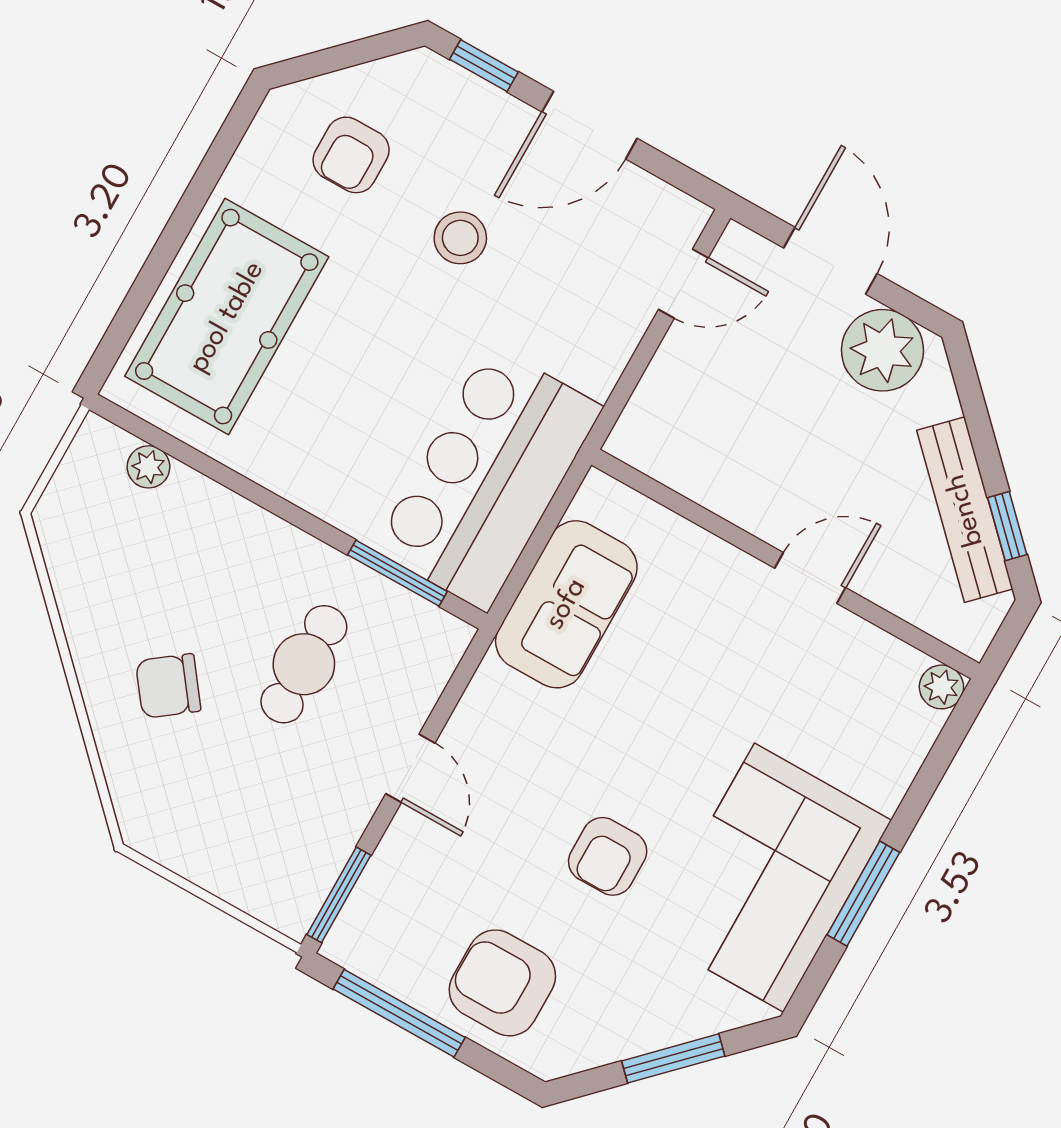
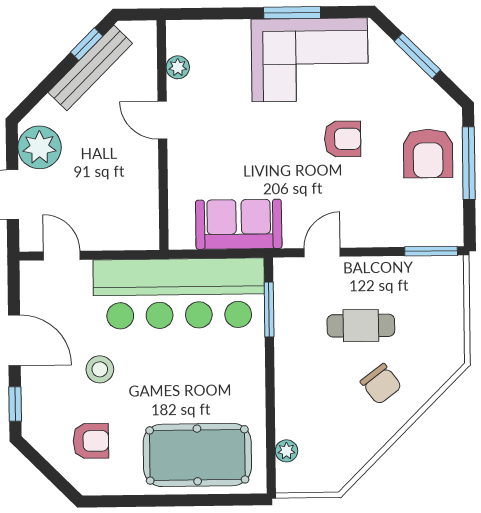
bar counter: (488, 478) -> (179, 294), width x1.36
cafe table: (304, 664) -> (361, 326), moved
plant: (941, 687) -> (178, 67), moved
door: (410, 768) -> (322, 252), moved
window: (399, 1013) -> (469, 163), moved

